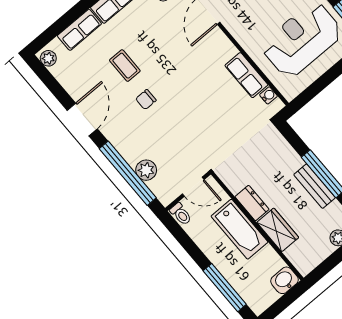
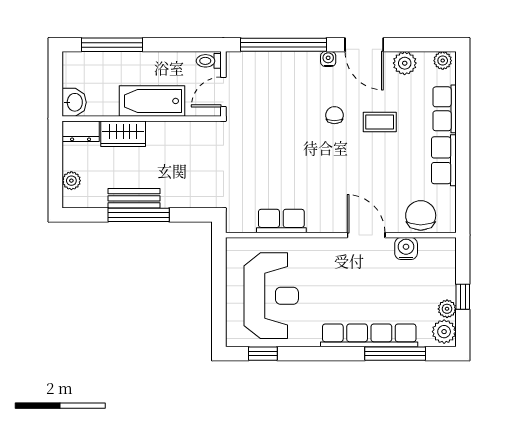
water cooler: (268, 95) -> (328, 59), moved, turned 180
plant: (146, 170) -> (405, 63), moved
dresser: (252, 203) -> (81, 131), moved

